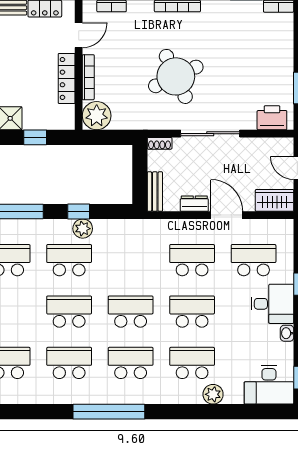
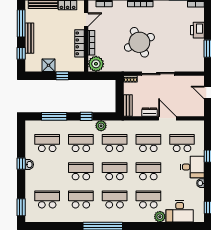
printer: (272, 118) -> (197, 30), moved, turned -90
wardrobe: (275, 200) -> (194, 110), removed
plant: (83, 229) -> (101, 126), moved
school desk: (131, 260) -> (115, 143), added
desk: (269, 385) -> (180, 211), moved

